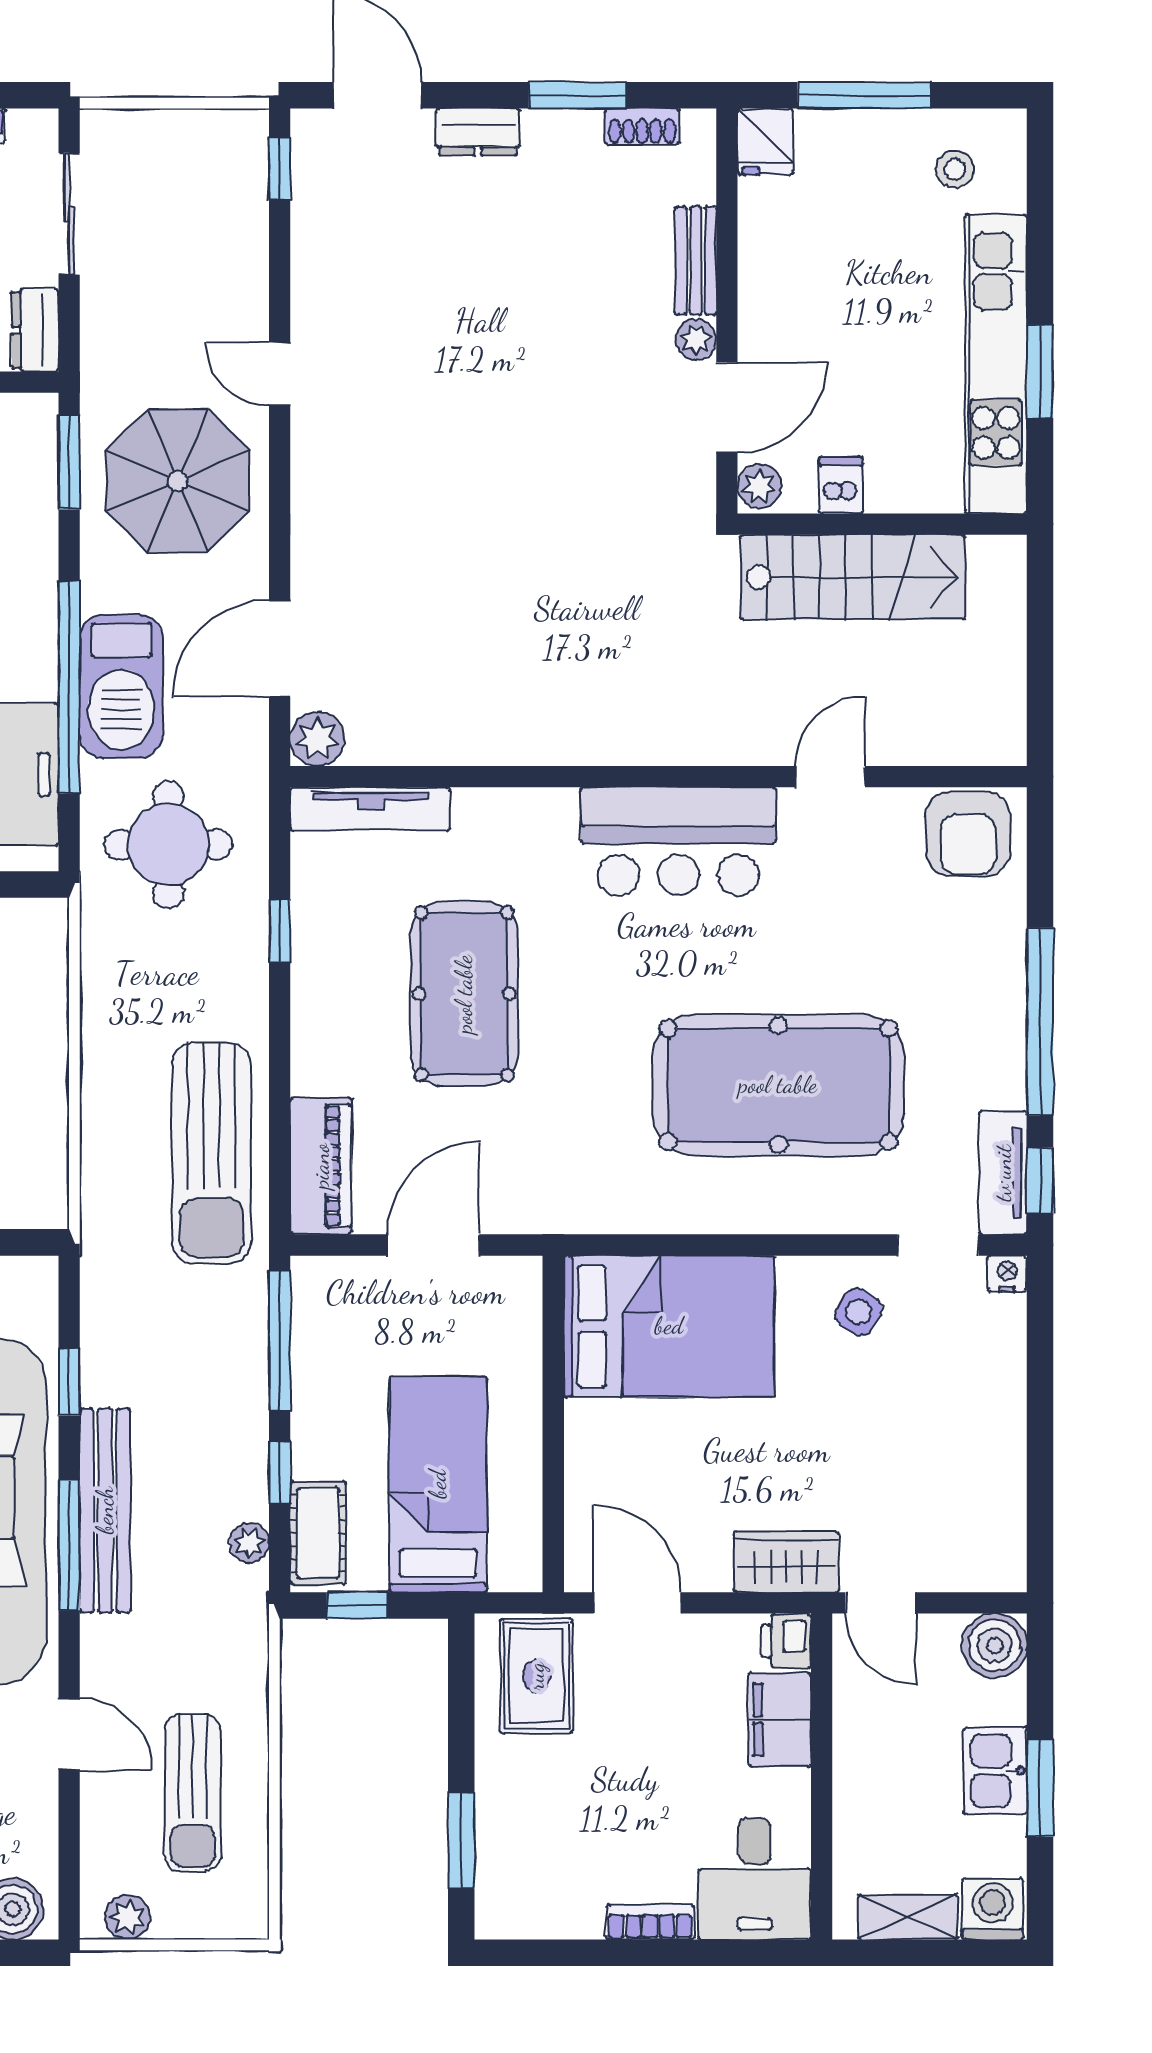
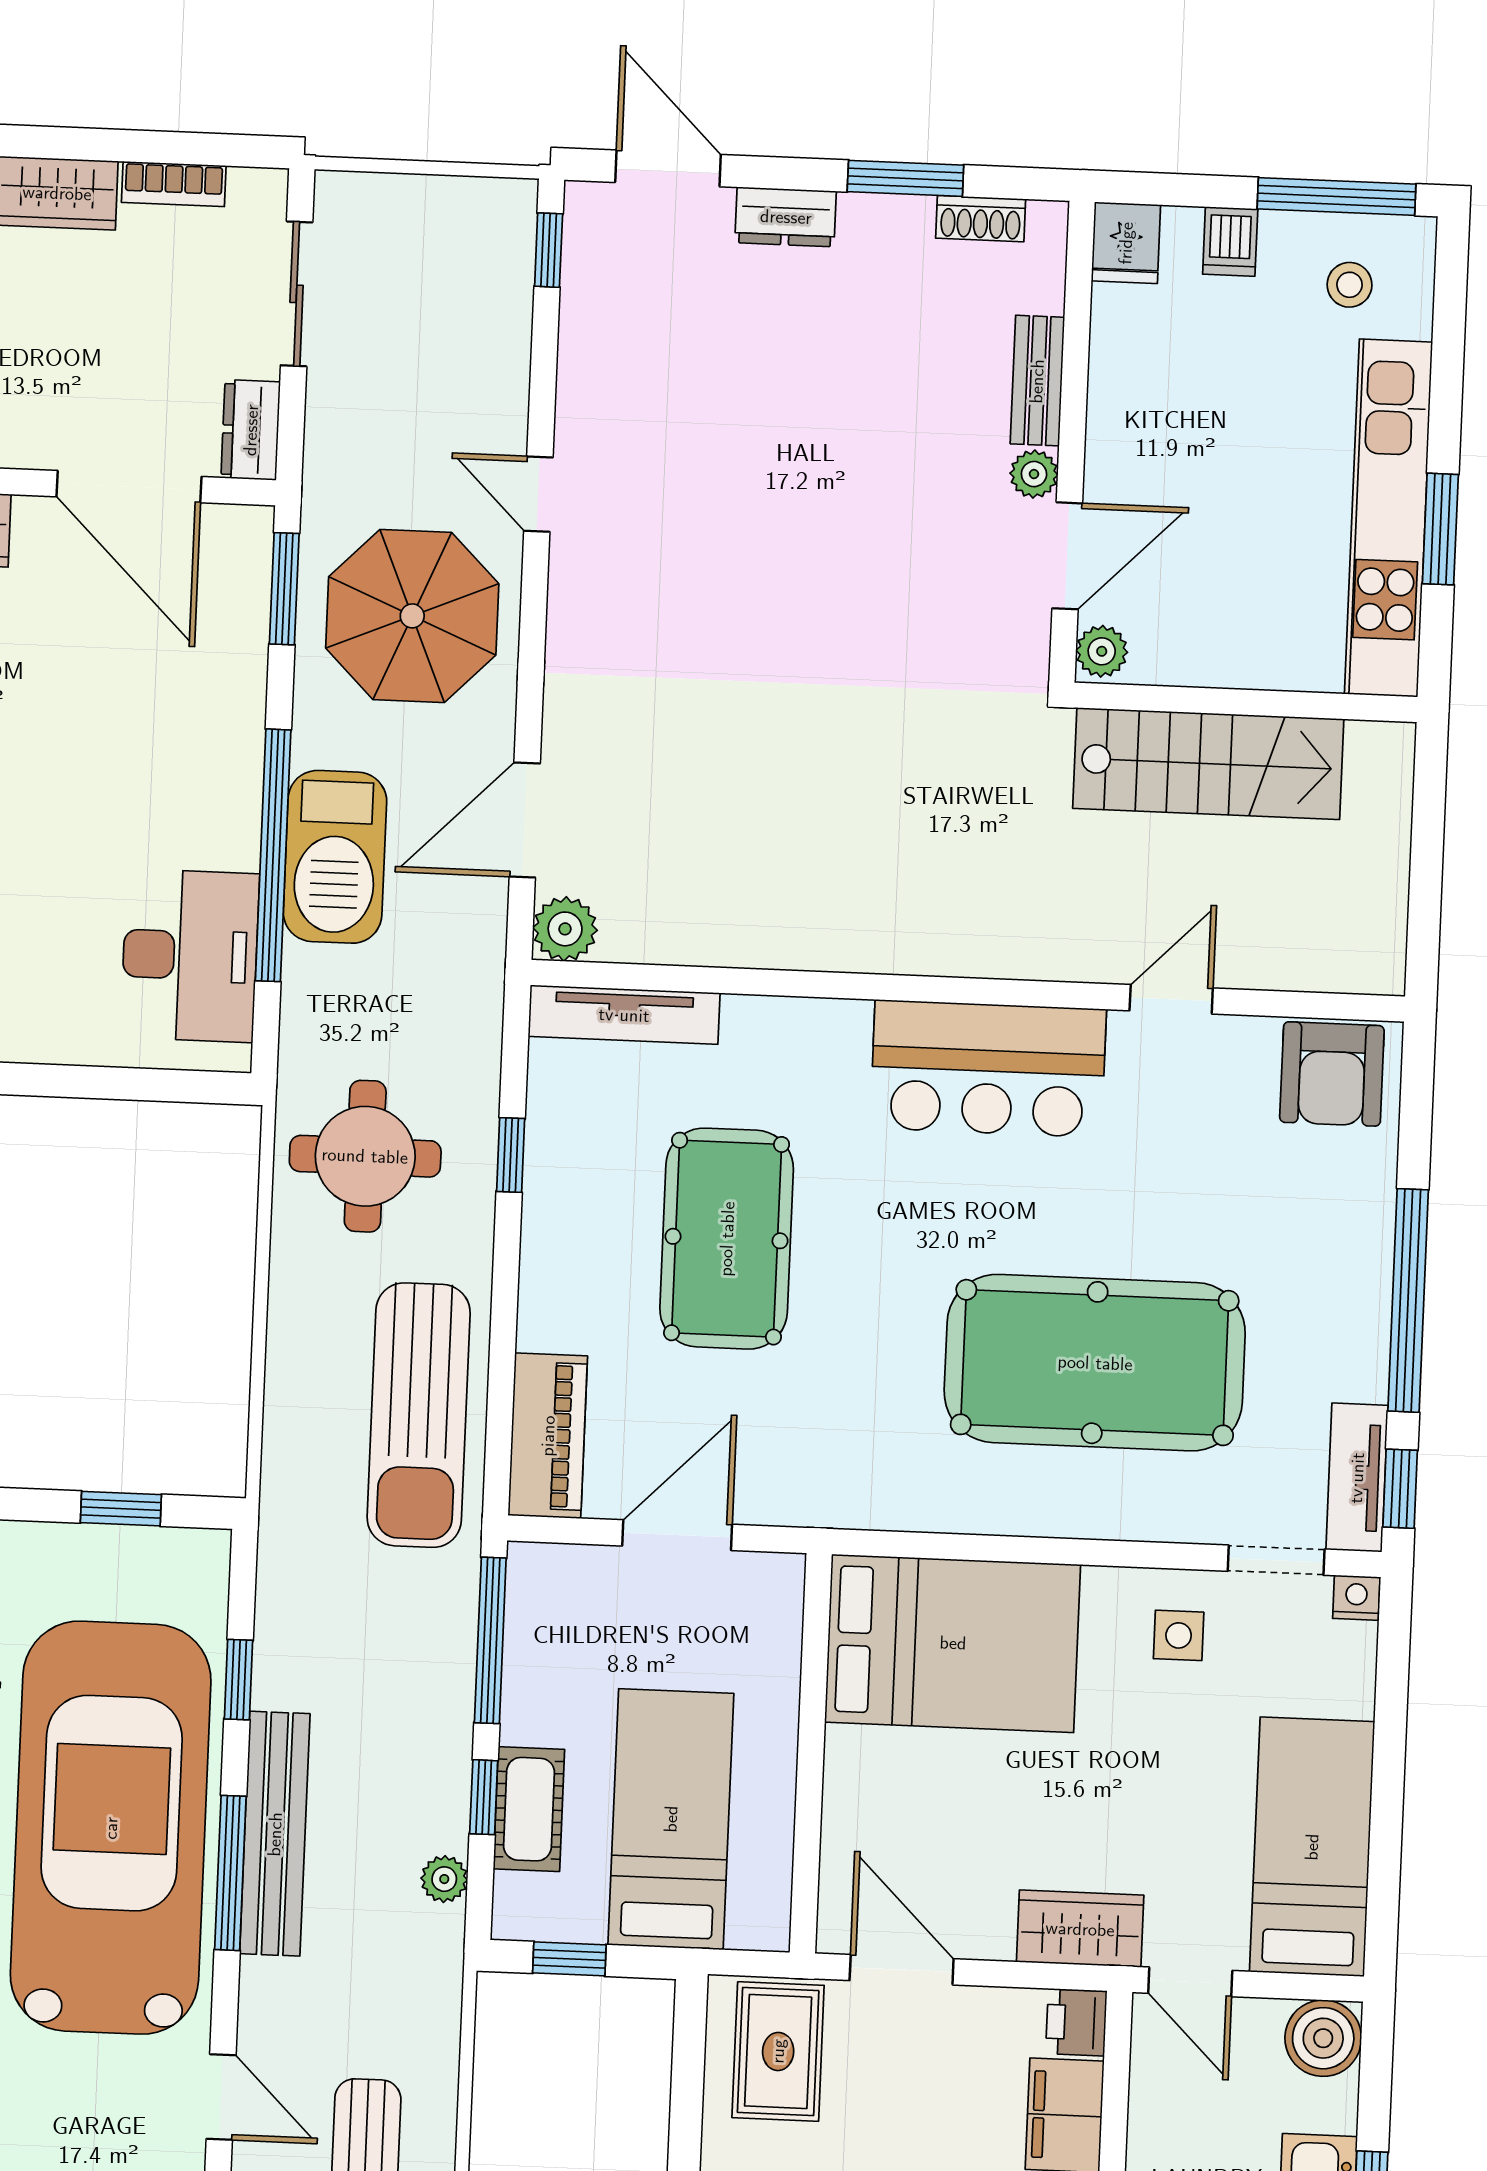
window: (864, 95) -> (1337, 196), moved
dishwasher: (841, 485) -> (1230, 241), moved, turned 180
round table: (168, 845) -> (365, 1156), moved
side table: (859, 1312) -> (1179, 1635), turned -33
bed: (978, 1485) -> (1312, 1847), added
cot: (318, 1533) -> (529, 1809), moved

